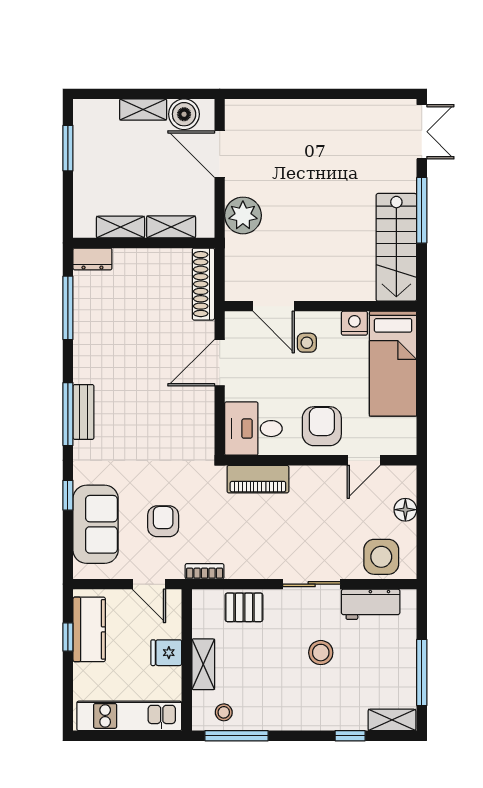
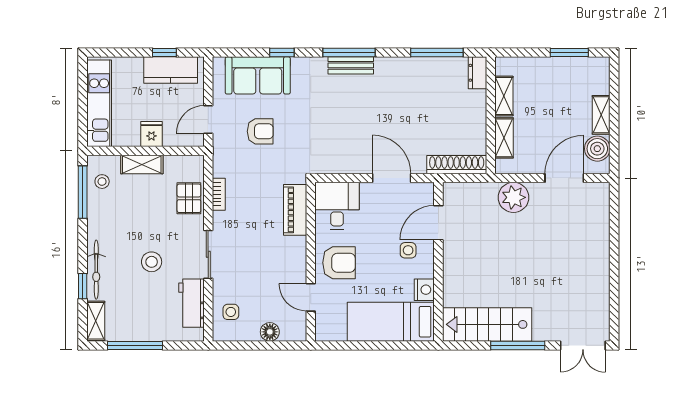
side table: (381, 557) -> (231, 312), width x0.54, depth x0.54
bookcase: (205, 571) -> (219, 194), moved
bicycle: (330, 719) -> (96, 270), added

